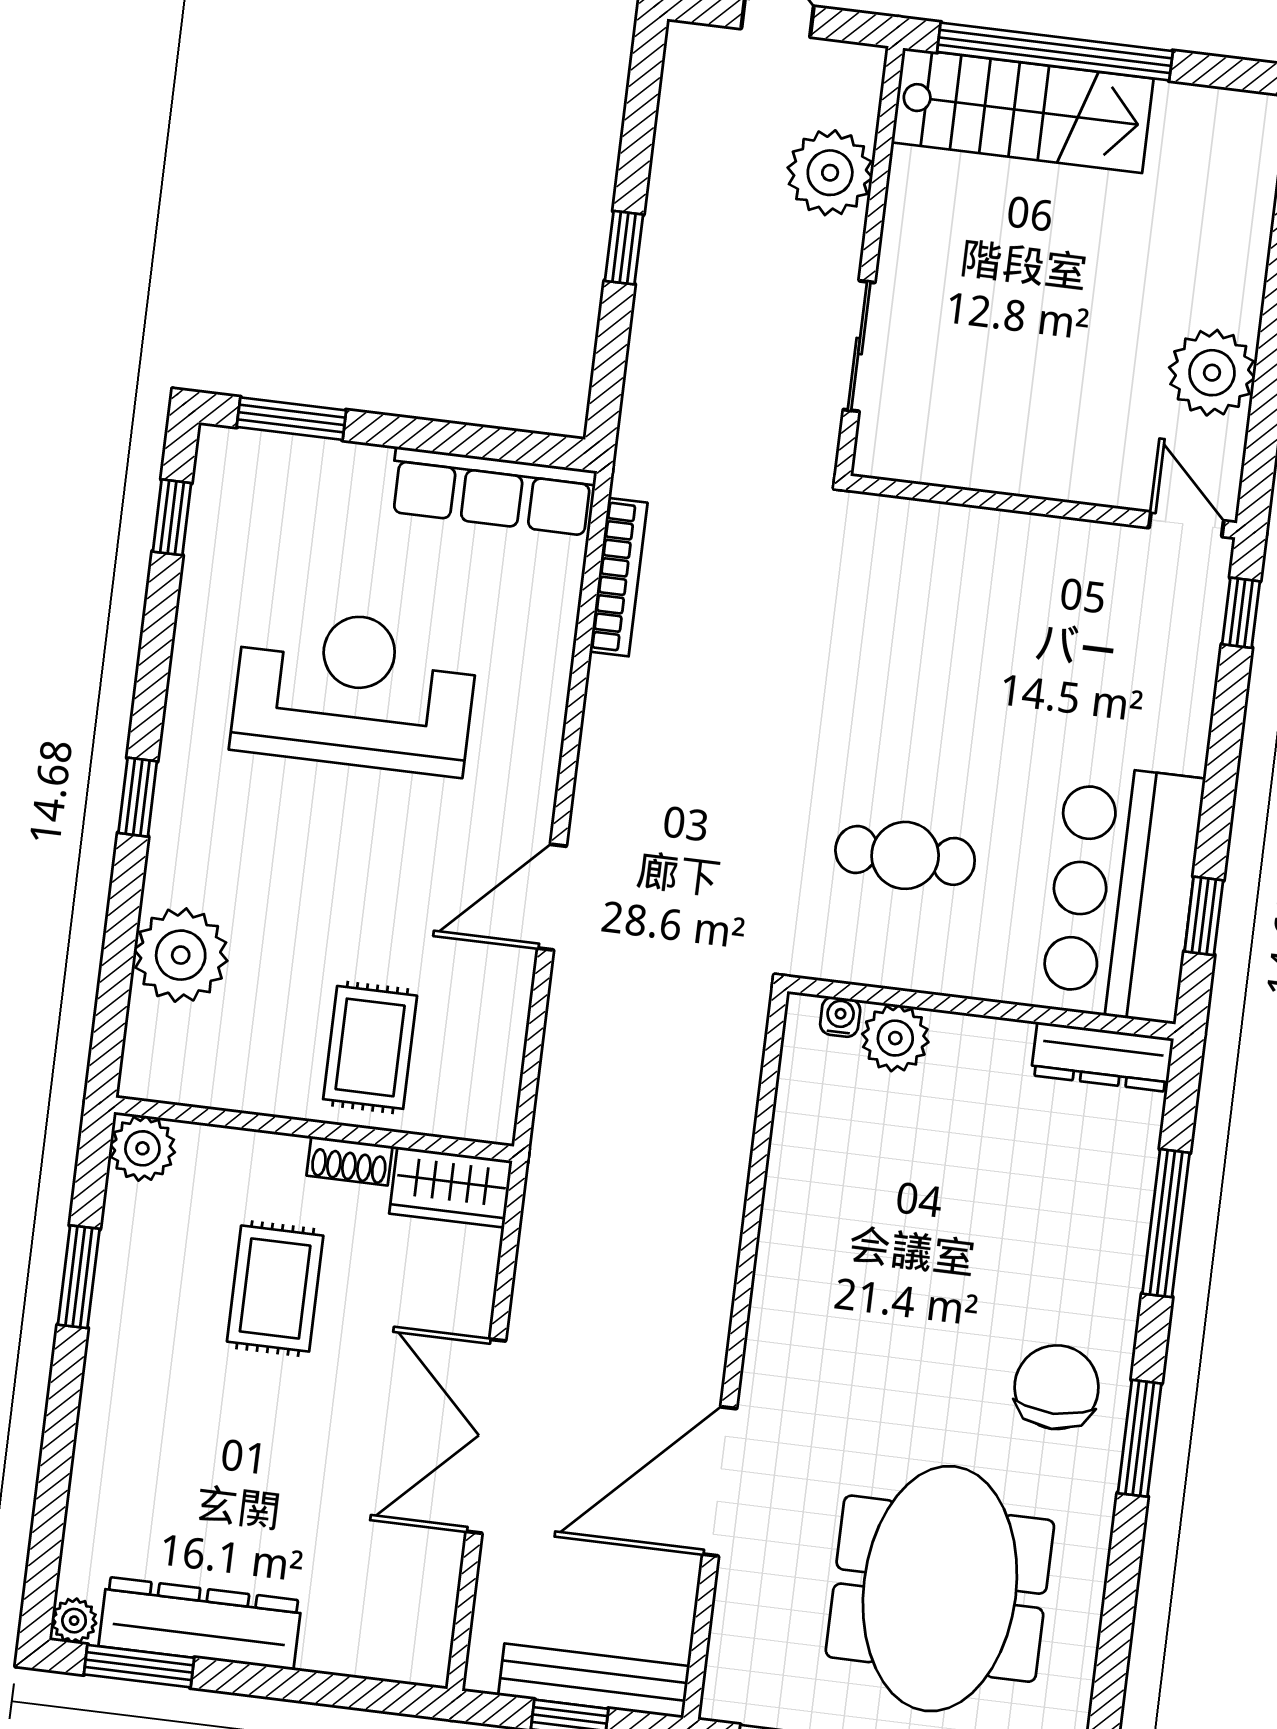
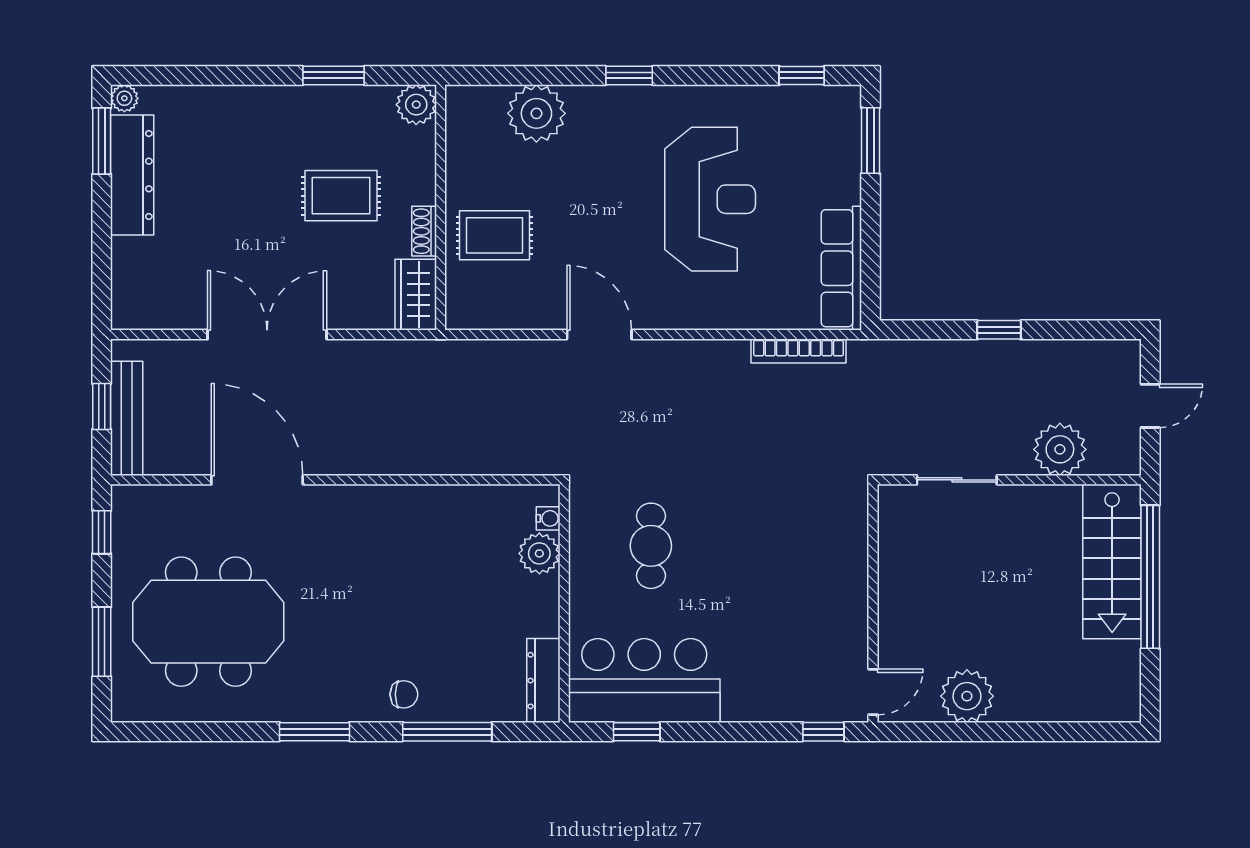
chair: (1057, 1387) -> (404, 694), moved, width x0.54, depth x0.54

